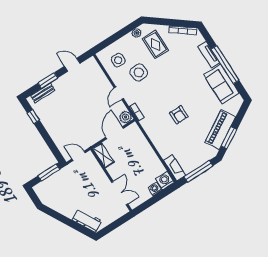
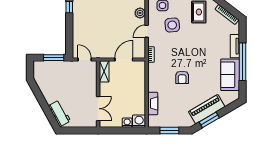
plant: (126, 117) -> (140, 13), moved
fireplace: (175, 168) -> (153, 104), moved
window: (198, 171) -> (169, 131), width x0.69

